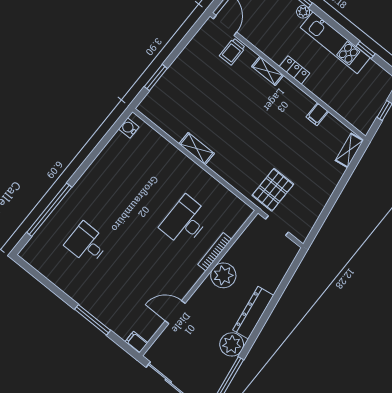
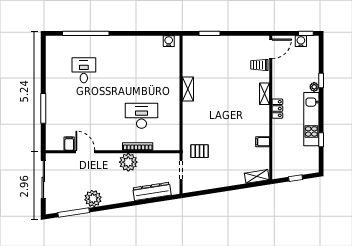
pallet: (273, 190) -> (200, 151), width x0.67, depth x0.71
dresser: (253, 313) -> (152, 191), moved
filing cabinet: (136, 342) -> (69, 144), moved

